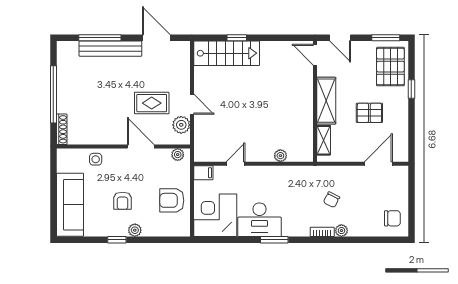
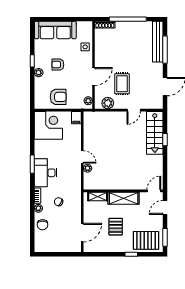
bench: (110, 49) -> (158, 42), moved
door: (192, 104) -> (134, 110), moved
door: (236, 164) -> (82, 157), moved
door: (378, 164) -> (82, 233), hinge flipped
armchair: (172, 200) -> (58, 97), turned 90
chair: (392, 218) -> (42, 225), moved
desk: (259, 220) -> (45, 173), moved

